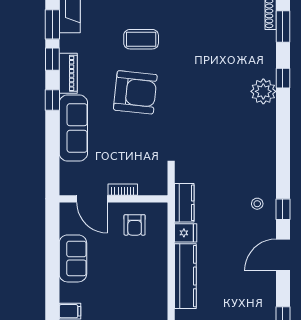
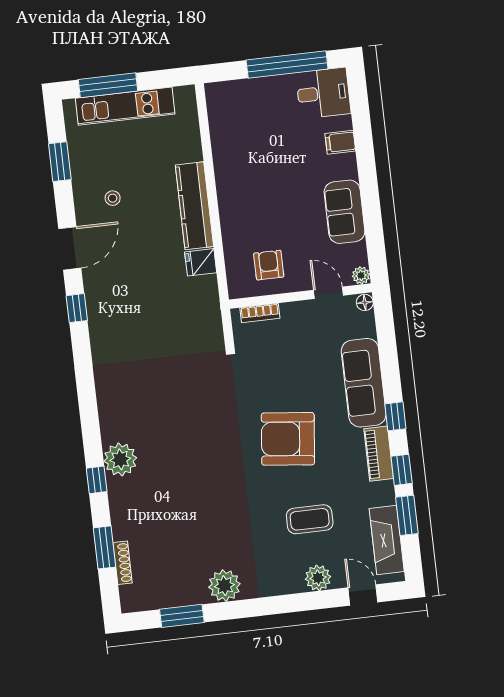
coffee table: (141, 39) -> (310, 519), moved
floor lamp: (66, 188) -> (365, 302), added
bookcase: (123, 190) -> (260, 313), moved
door: (92, 199) -> (328, 293), width x0.73
kitchen counter: (184, 203) -> (207, 302), removed
stool: (257, 204) -> (113, 198), moved
plant: (66, 209) -> (361, 275), added

